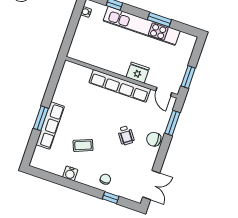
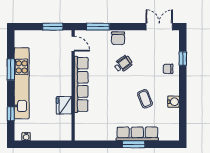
fridge: (138, 73) -> (64, 105), moved
door: (164, 92) -> (73, 44), hinge flipped

